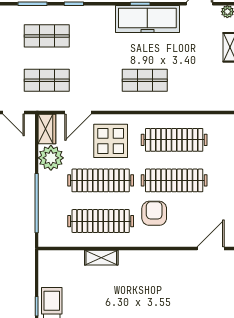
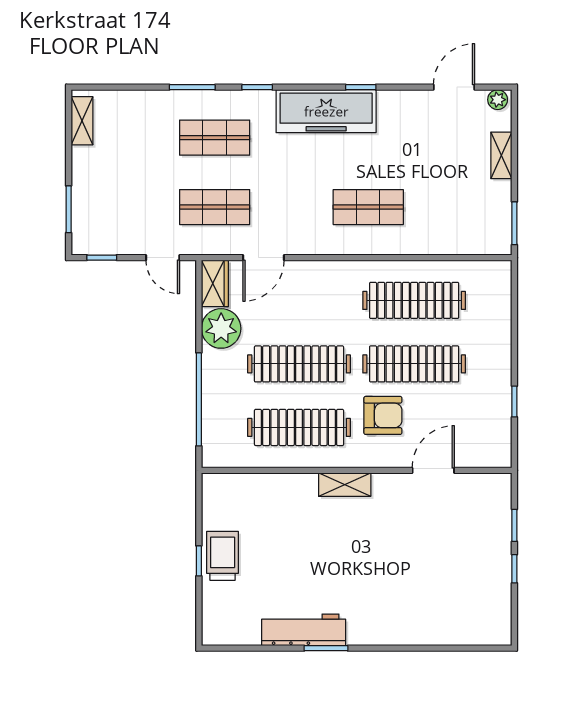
freezer: (147, 19) -> (326, 111), moved
display table: (111, 141) -> (315, 302), removed
armchair: (154, 213) -> (383, 415), turned 90
door: (211, 248) -> (433, 470), moved
shelving: (101, 258) -> (345, 485), moved

